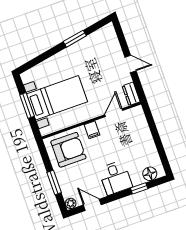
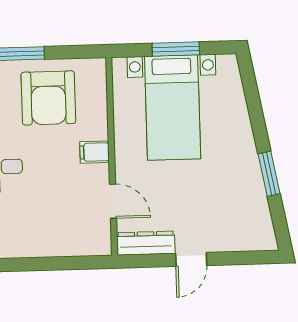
dresser: (131, 94) -> (146, 243), width x1.44
armchair: (68, 150) -> (48, 98), moved

